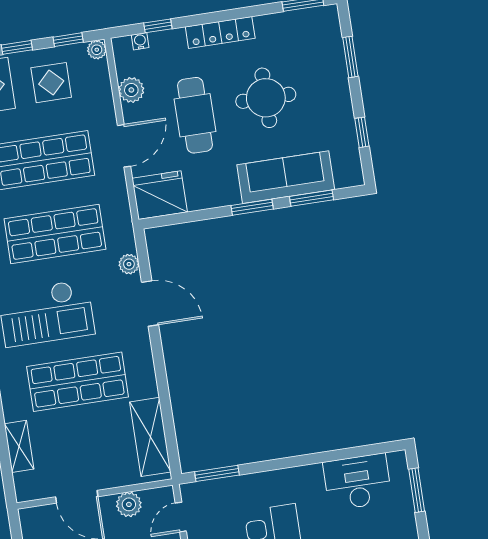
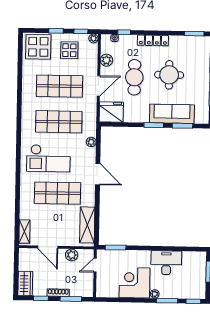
door: (150, 304) -> (98, 174), moved
shelving: (19, 446) -> (24, 232), moved
desk: (357, 482) -> (166, 263), moved

